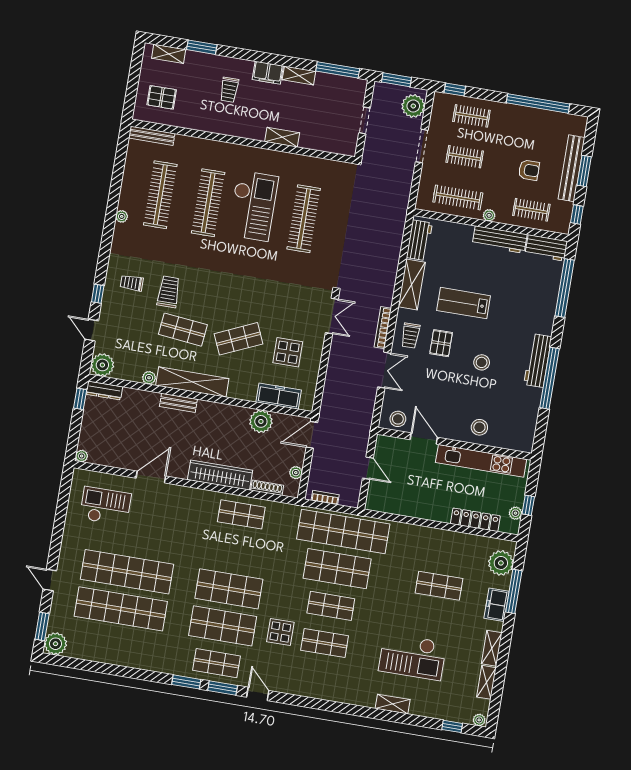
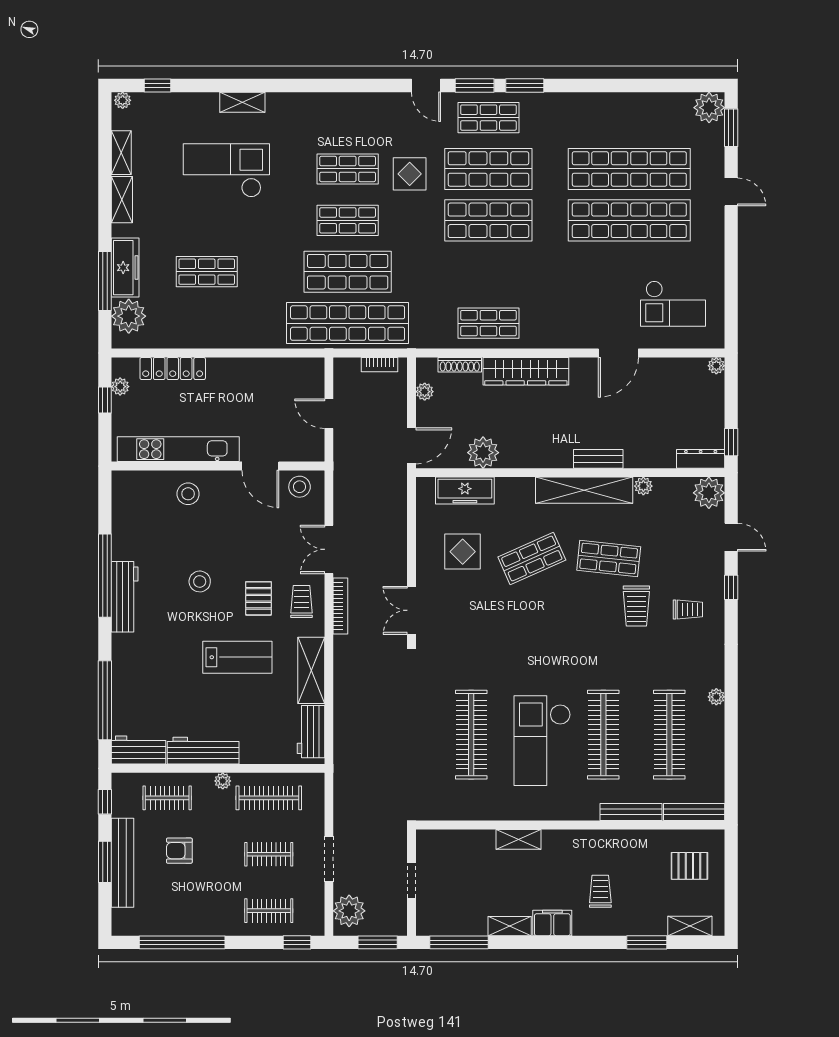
bench: (197, 143) -> (631, 812), added
freezer: (497, 605) -> (125, 268), width x1.40

